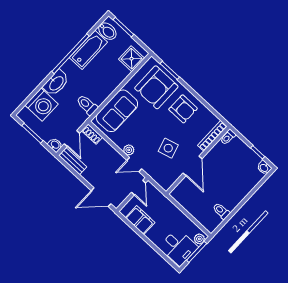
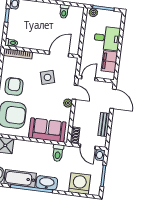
washbasin: (56, 83) -> (47, 183), moved
door: (72, 139) -> (88, 147), swing flipped
bench: (73, 161) -> (104, 125), moved
door: (193, 166) -> (59, 54), moved
desk: (179, 247) -> (107, 38), moved, turned 90

